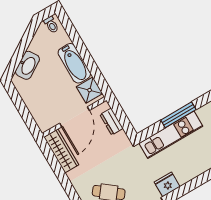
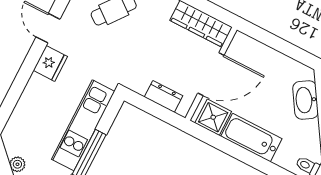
door: (75, 117) -> (211, 74), swing flipped

